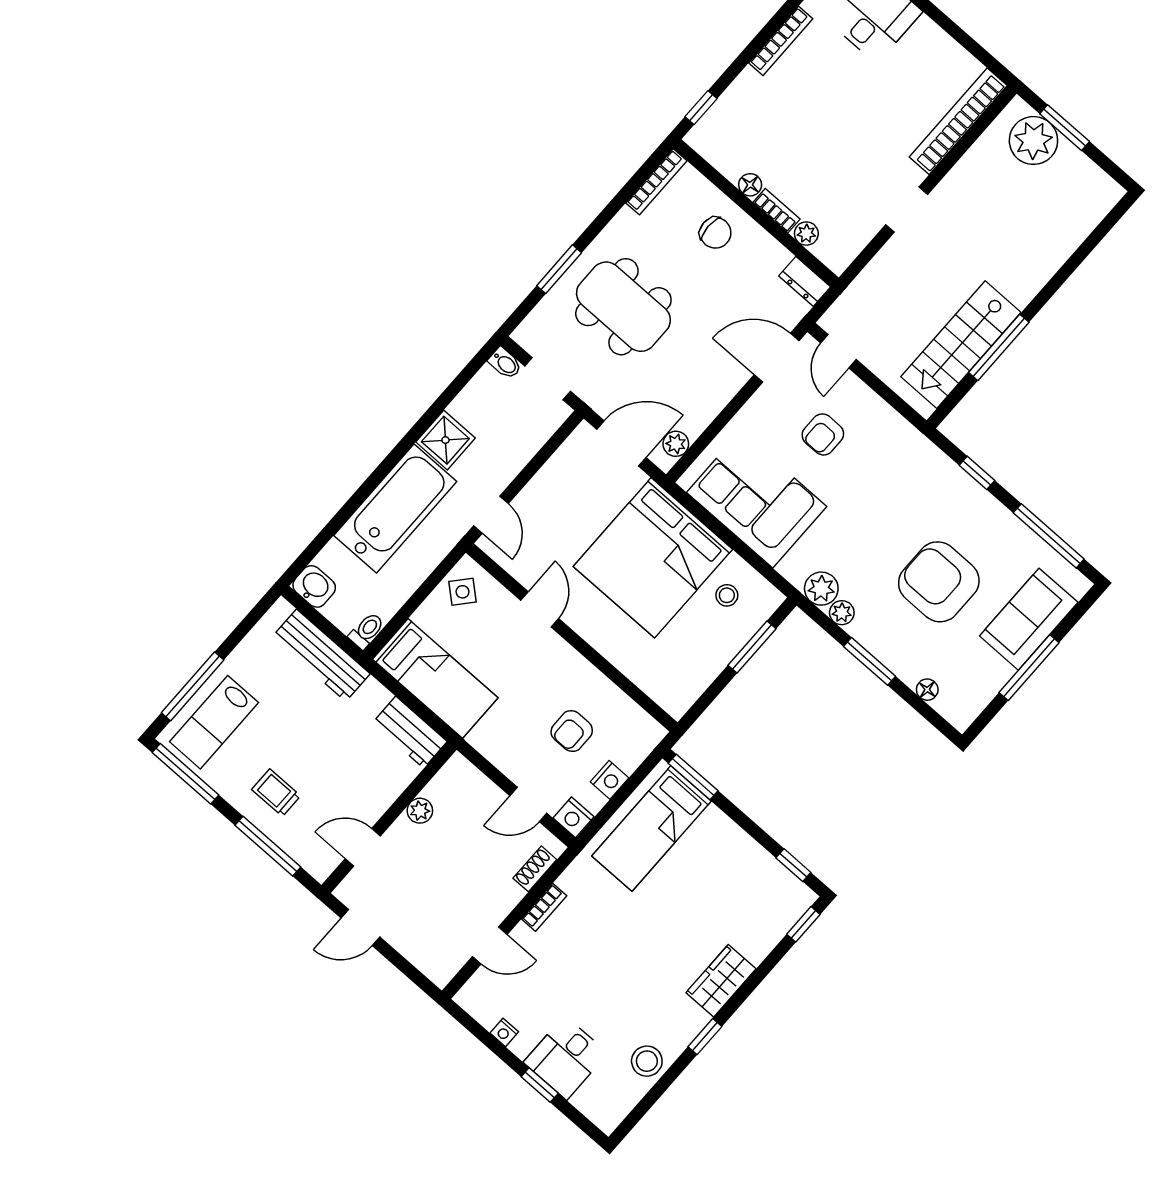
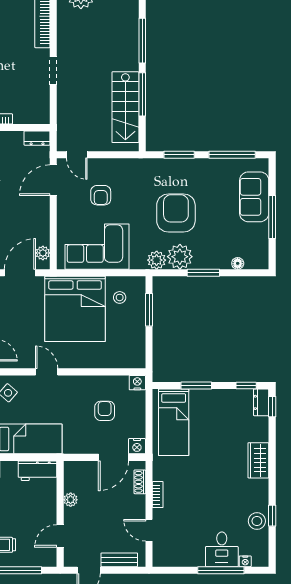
plant: (806, 234) -> (20, 117), removed
window: (1063, 274) -> (142, 41), added
window: (977, 473) -> (179, 155), width x1.50
armchair: (939, 582) -> (176, 213), moved, turned 90
plant: (842, 613) -> (180, 257), width x1.88, depth x1.88
armchair: (572, 731) -> (105, 411), turned 180
window: (693, 777) -> (196, 386), moved
nightstand: (609, 780) -> (137, 383), moved, turned -90
door: (528, 804) -> (113, 457), width x1.38
dresser: (794, 906) -> (261, 402), added
door: (490, 946) -> (149, 530), swing flipped
bench: (414, 950) -> (119, 560), added
nightstand: (504, 1032) -> (245, 561), moved
window: (705, 1037) -> (272, 516), moved
window: (540, 1085) -> (221, 570), width x2.17

